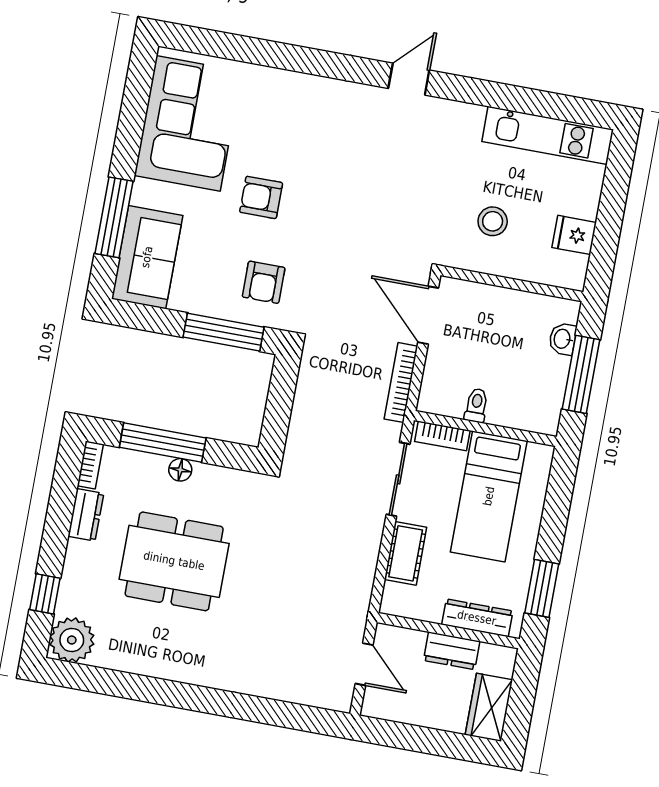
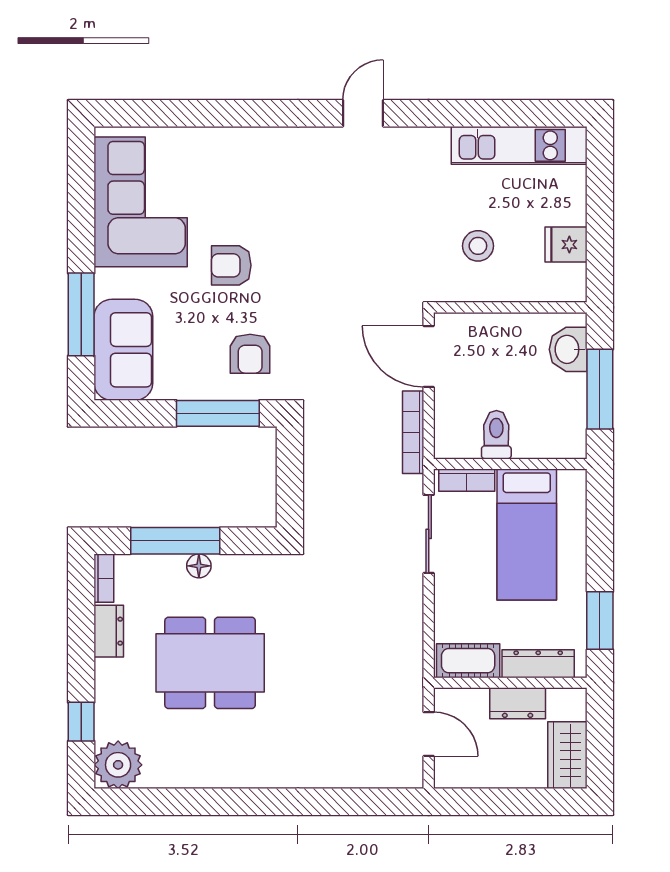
washbasin: (563, 339) -> (568, 349), width x1.38, depth x1.45
toilet: (476, 405) -> (496, 435), width x1.37, depth x1.39
cot: (406, 553) -> (468, 661), moved, turned 90

